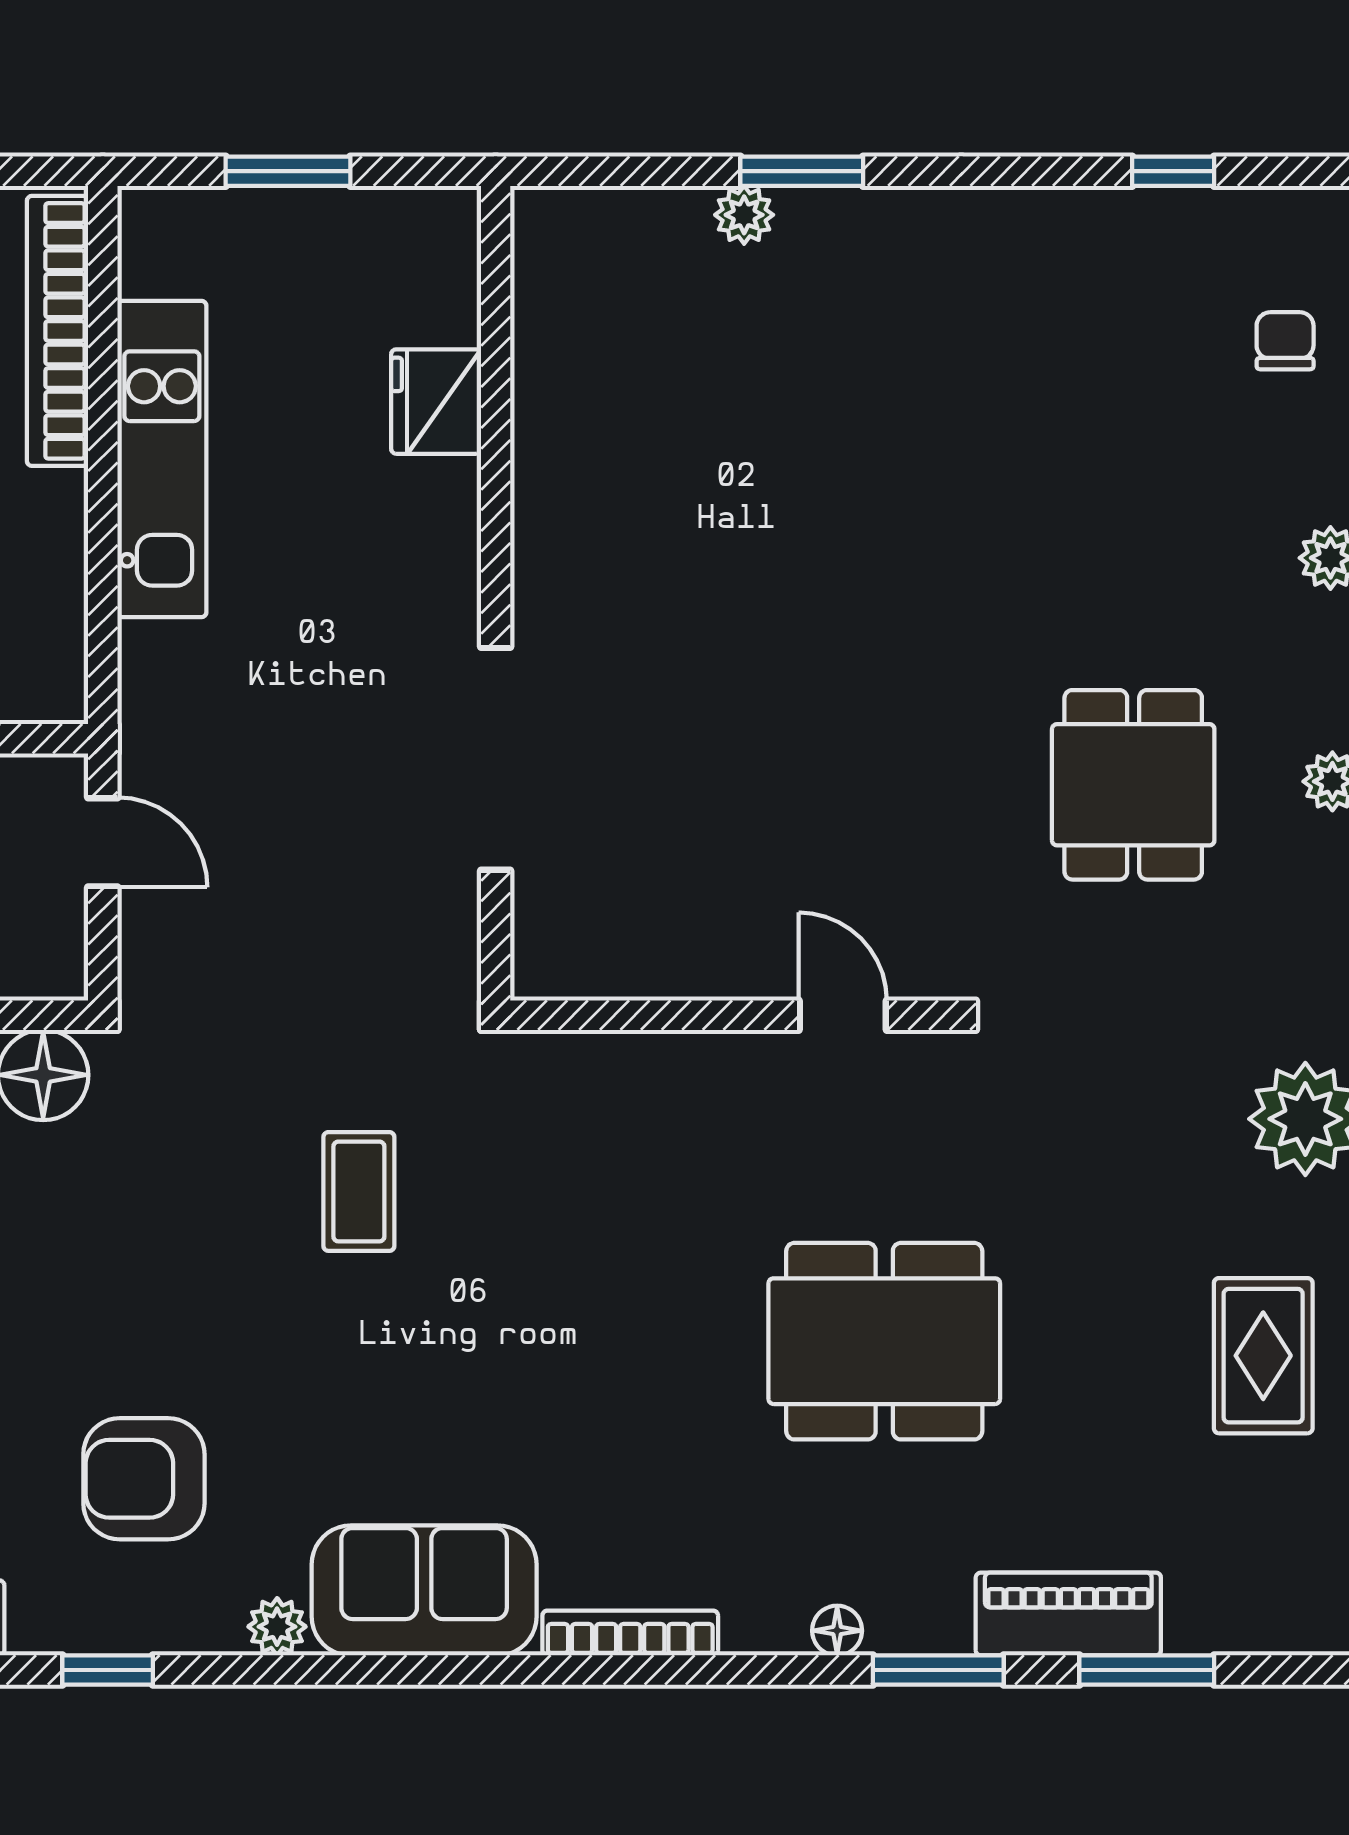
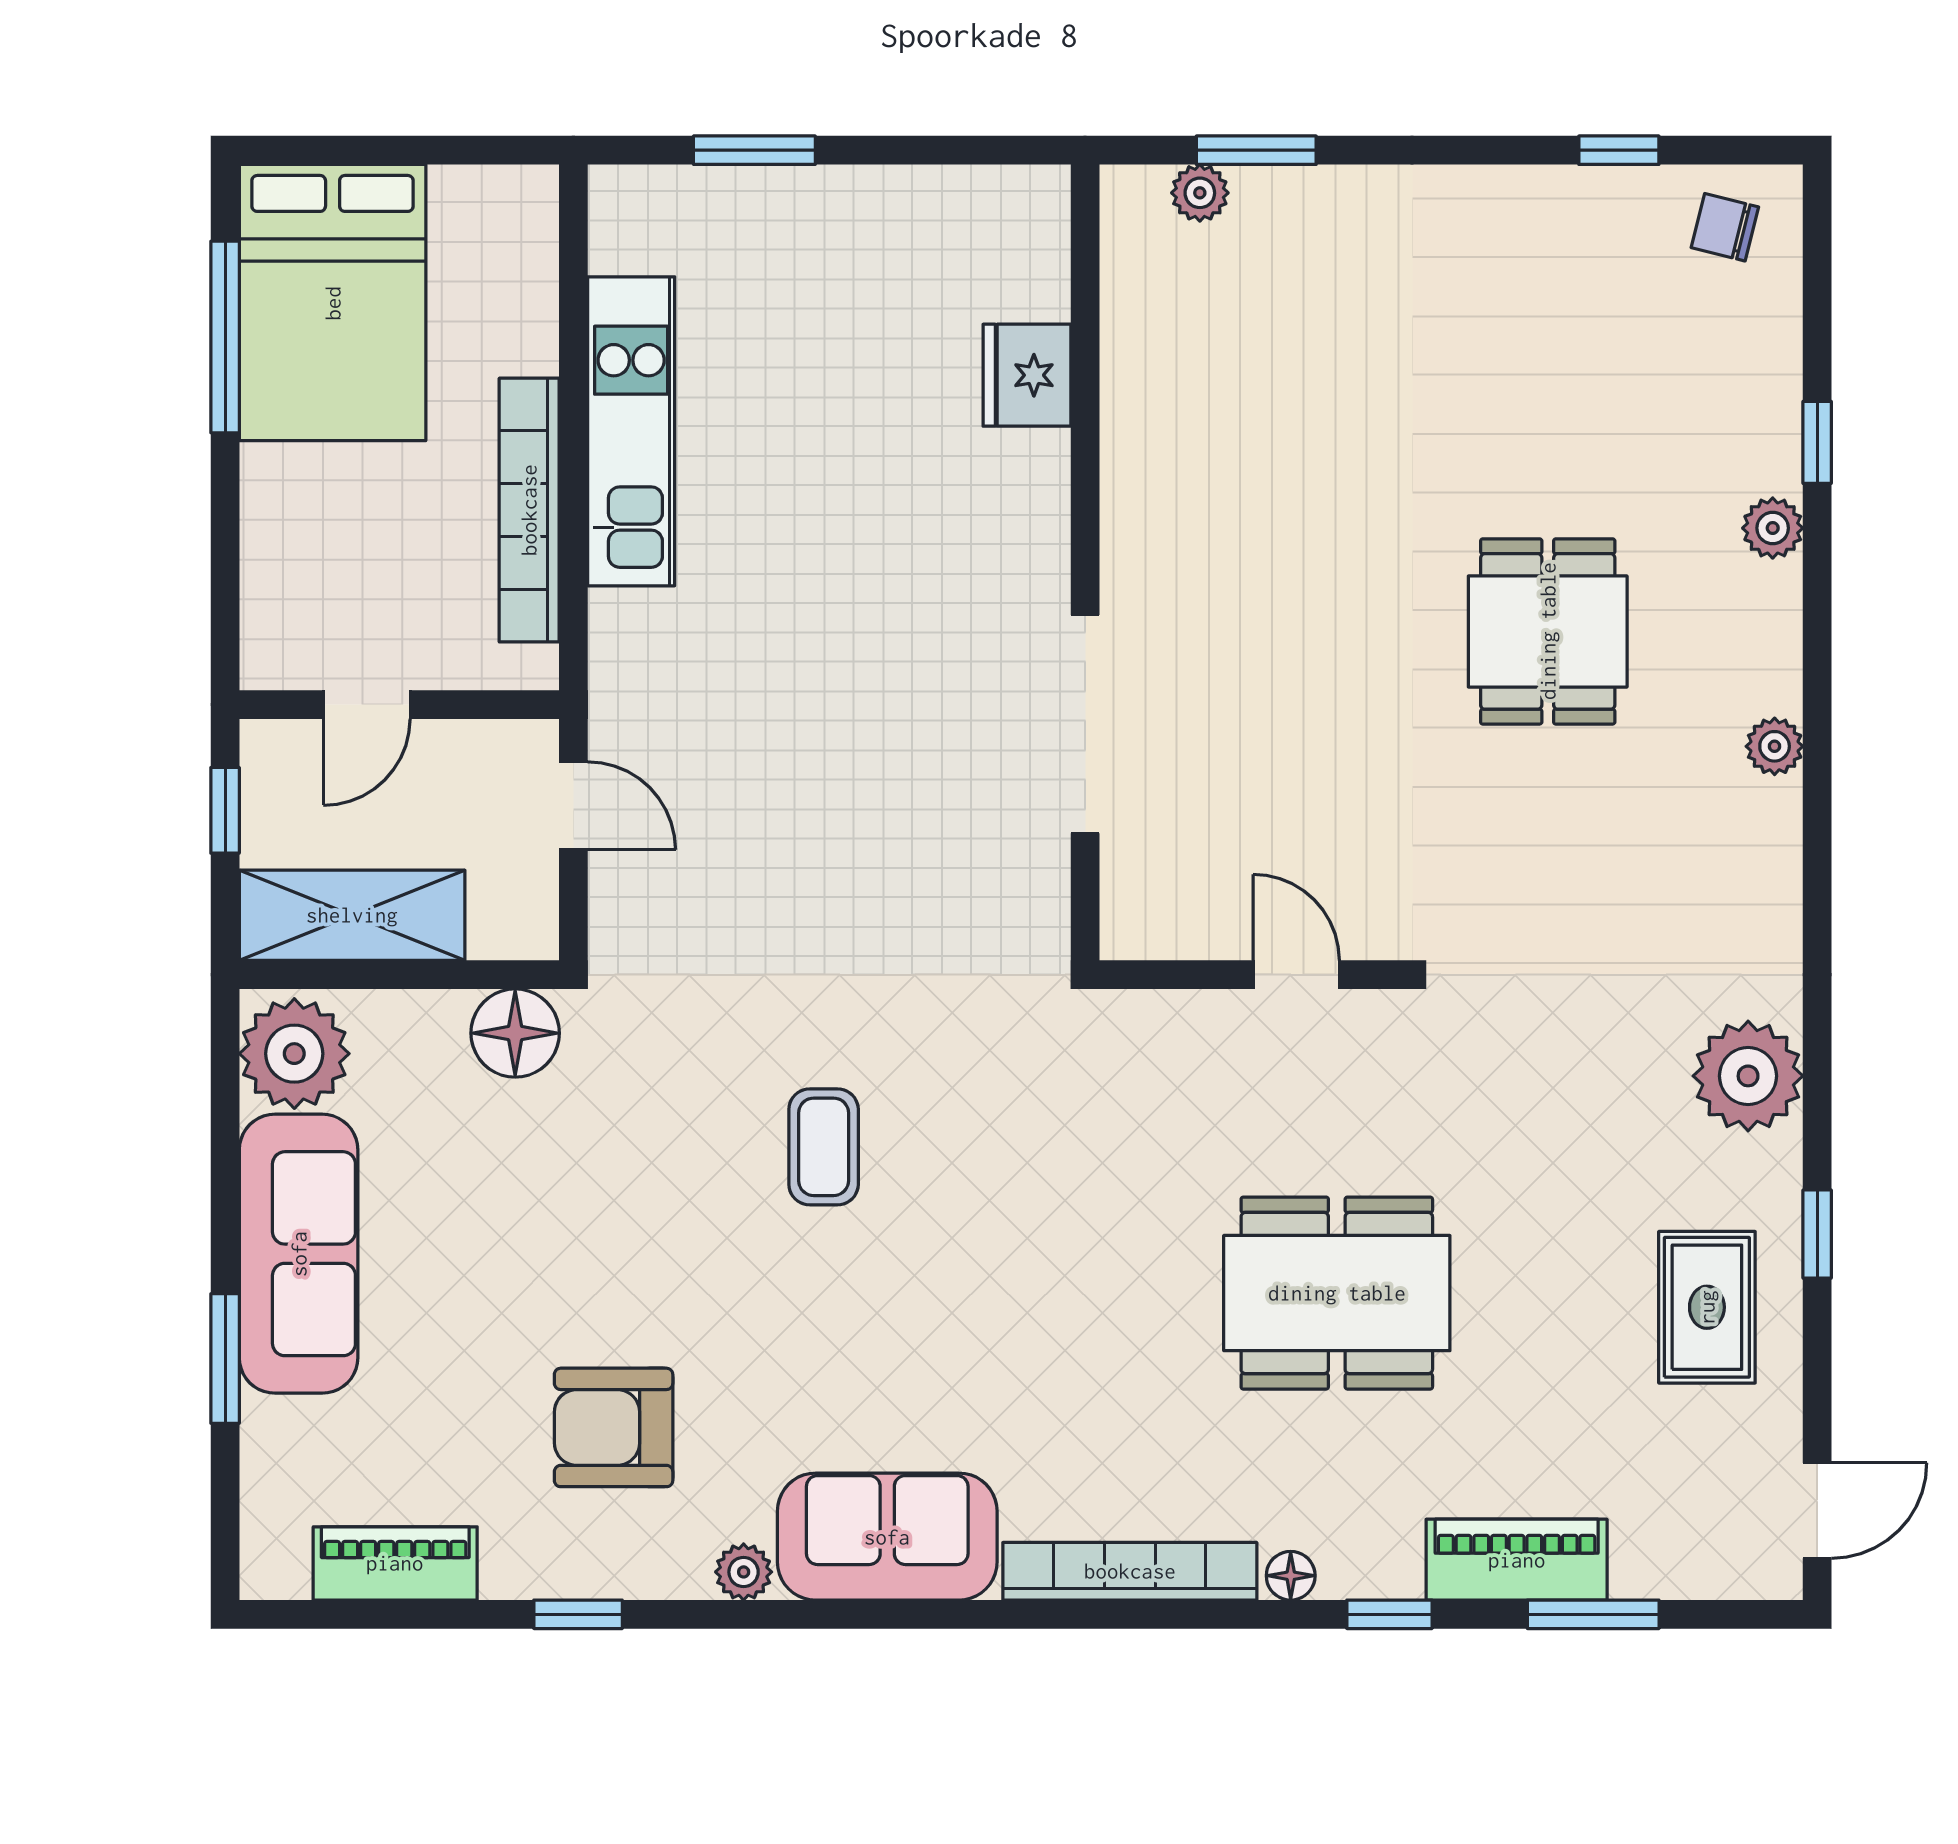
bookcase: (58, 331) -> (529, 510), moved
chair: (1285, 341) -> (1725, 227), moved, turned -76
fridge: (436, 402) -> (1027, 375), moved
wall: (496, 593) -> (1085, 562), moved
doorway: (496, 759) -> (1085, 724), moved
dining table: (1133, 785) -> (1548, 631), moved
bookcase: (630, 1633) -> (1130, 1571), width x1.48, depth x1.31
window: (938, 1670) -> (1389, 1614), width x0.67

